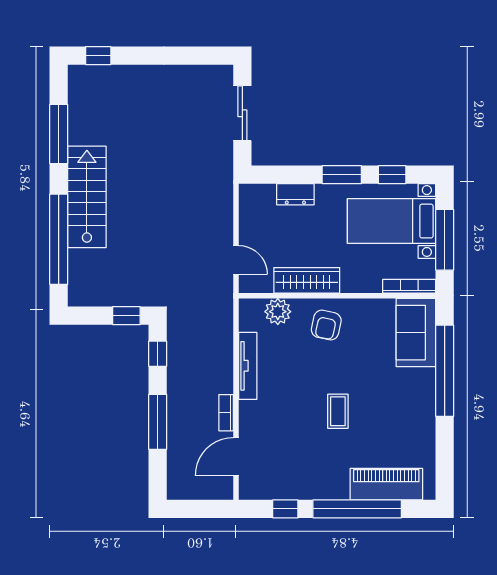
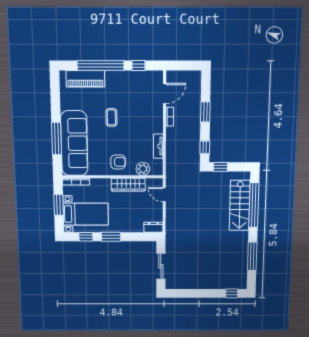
dresser: (295, 194) -> (153, 227), moved
stairs: (87, 197) -> (240, 205), moved
window: (445, 240) -> (59, 205), width x0.69
armchair: (326, 325) -> (118, 162), turned 78
sofa: (416, 333) -> (74, 143), width x1.85, depth x1.27
tv unit: (248, 366) -> (158, 146), width x0.71
window: (445, 371) -> (56, 139), width x0.68
window: (158, 422) -> (205, 112), width x0.69

